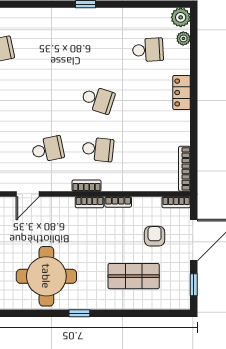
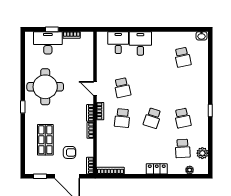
plant: (181, 17) -> (202, 153), moved
school desk: (98, 50) -> (183, 118), added
door: (28, 194) -> (95, 88), moved

